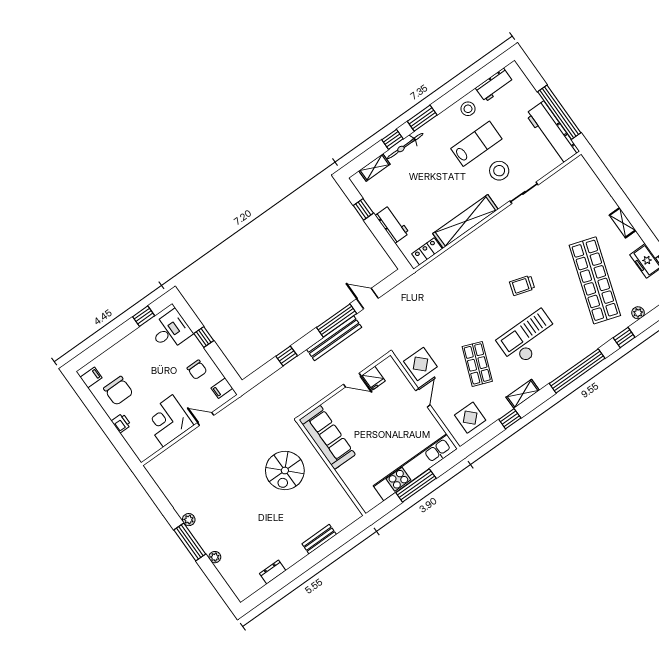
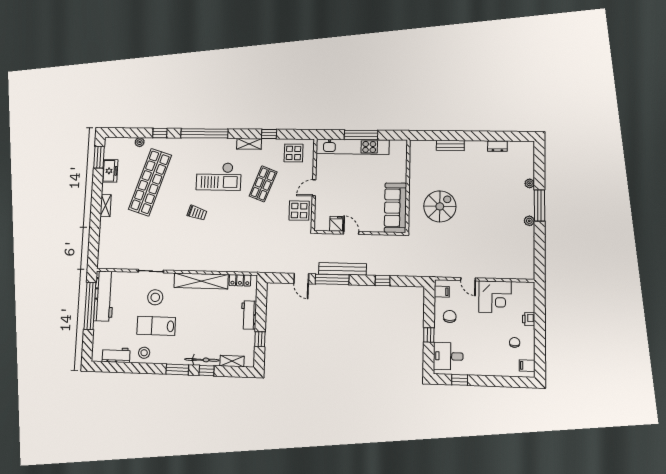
chair: (118, 391) -> (515, 342), width x0.54, depth x0.54

